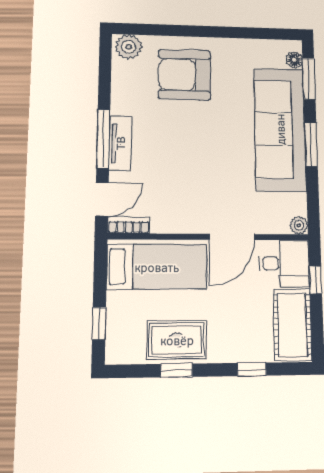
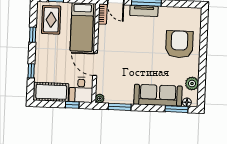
plant: (129, 47) -> (192, 84), moved
sofa: (280, 129) -> (158, 95), width x0.74, depth x0.79
window: (311, 144) -> (120, 107), moved
rug: (177, 340) -> (51, 20), moved

